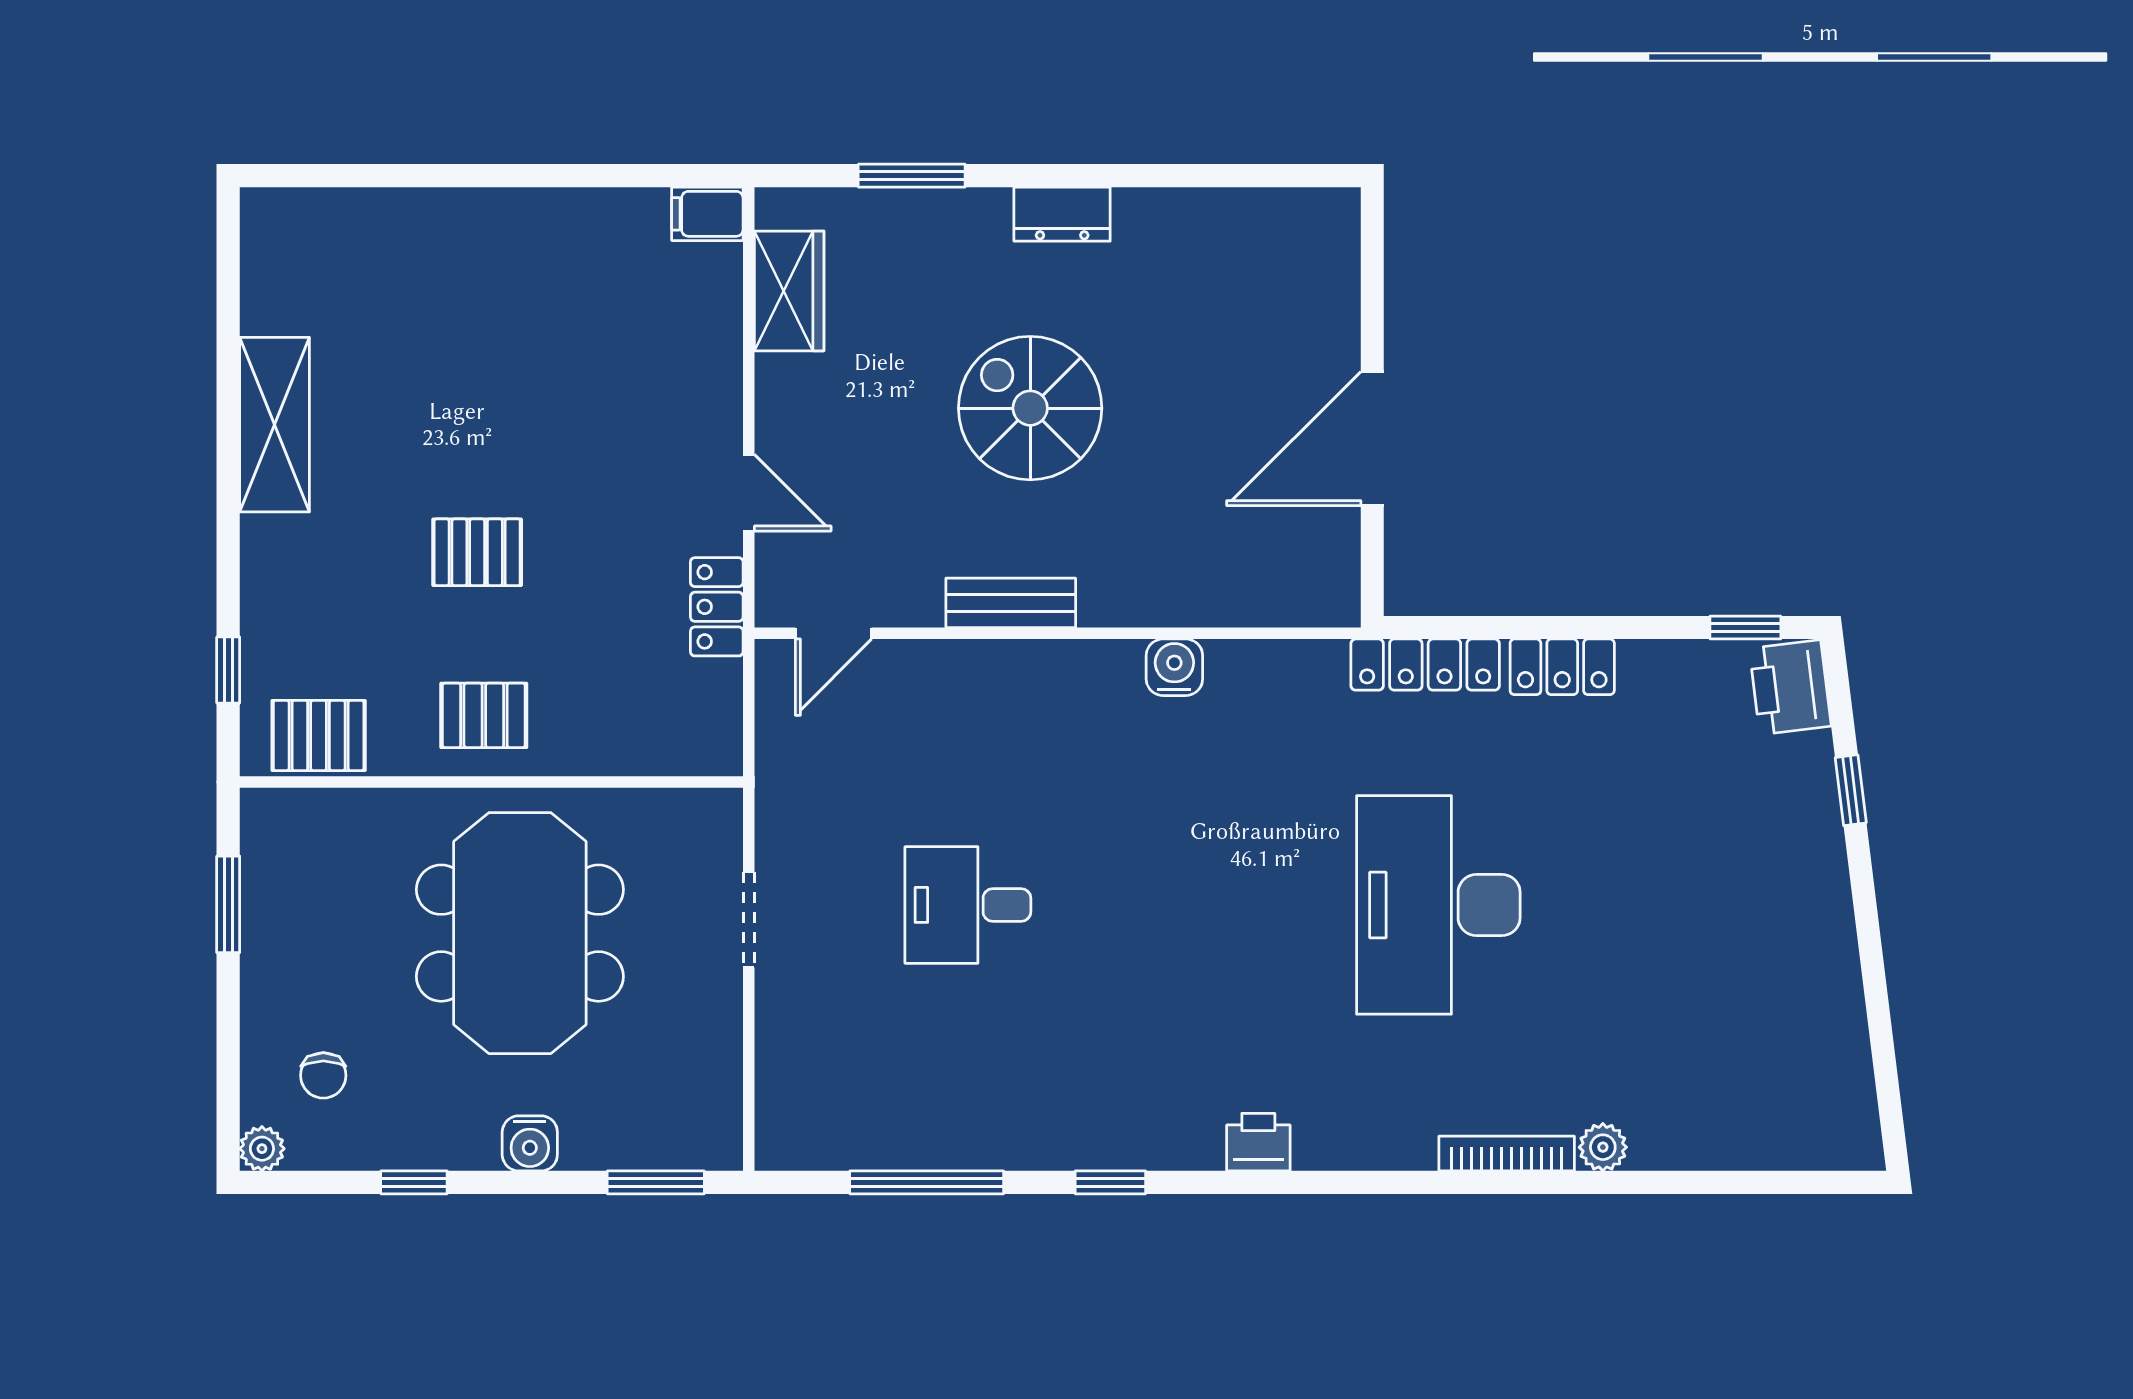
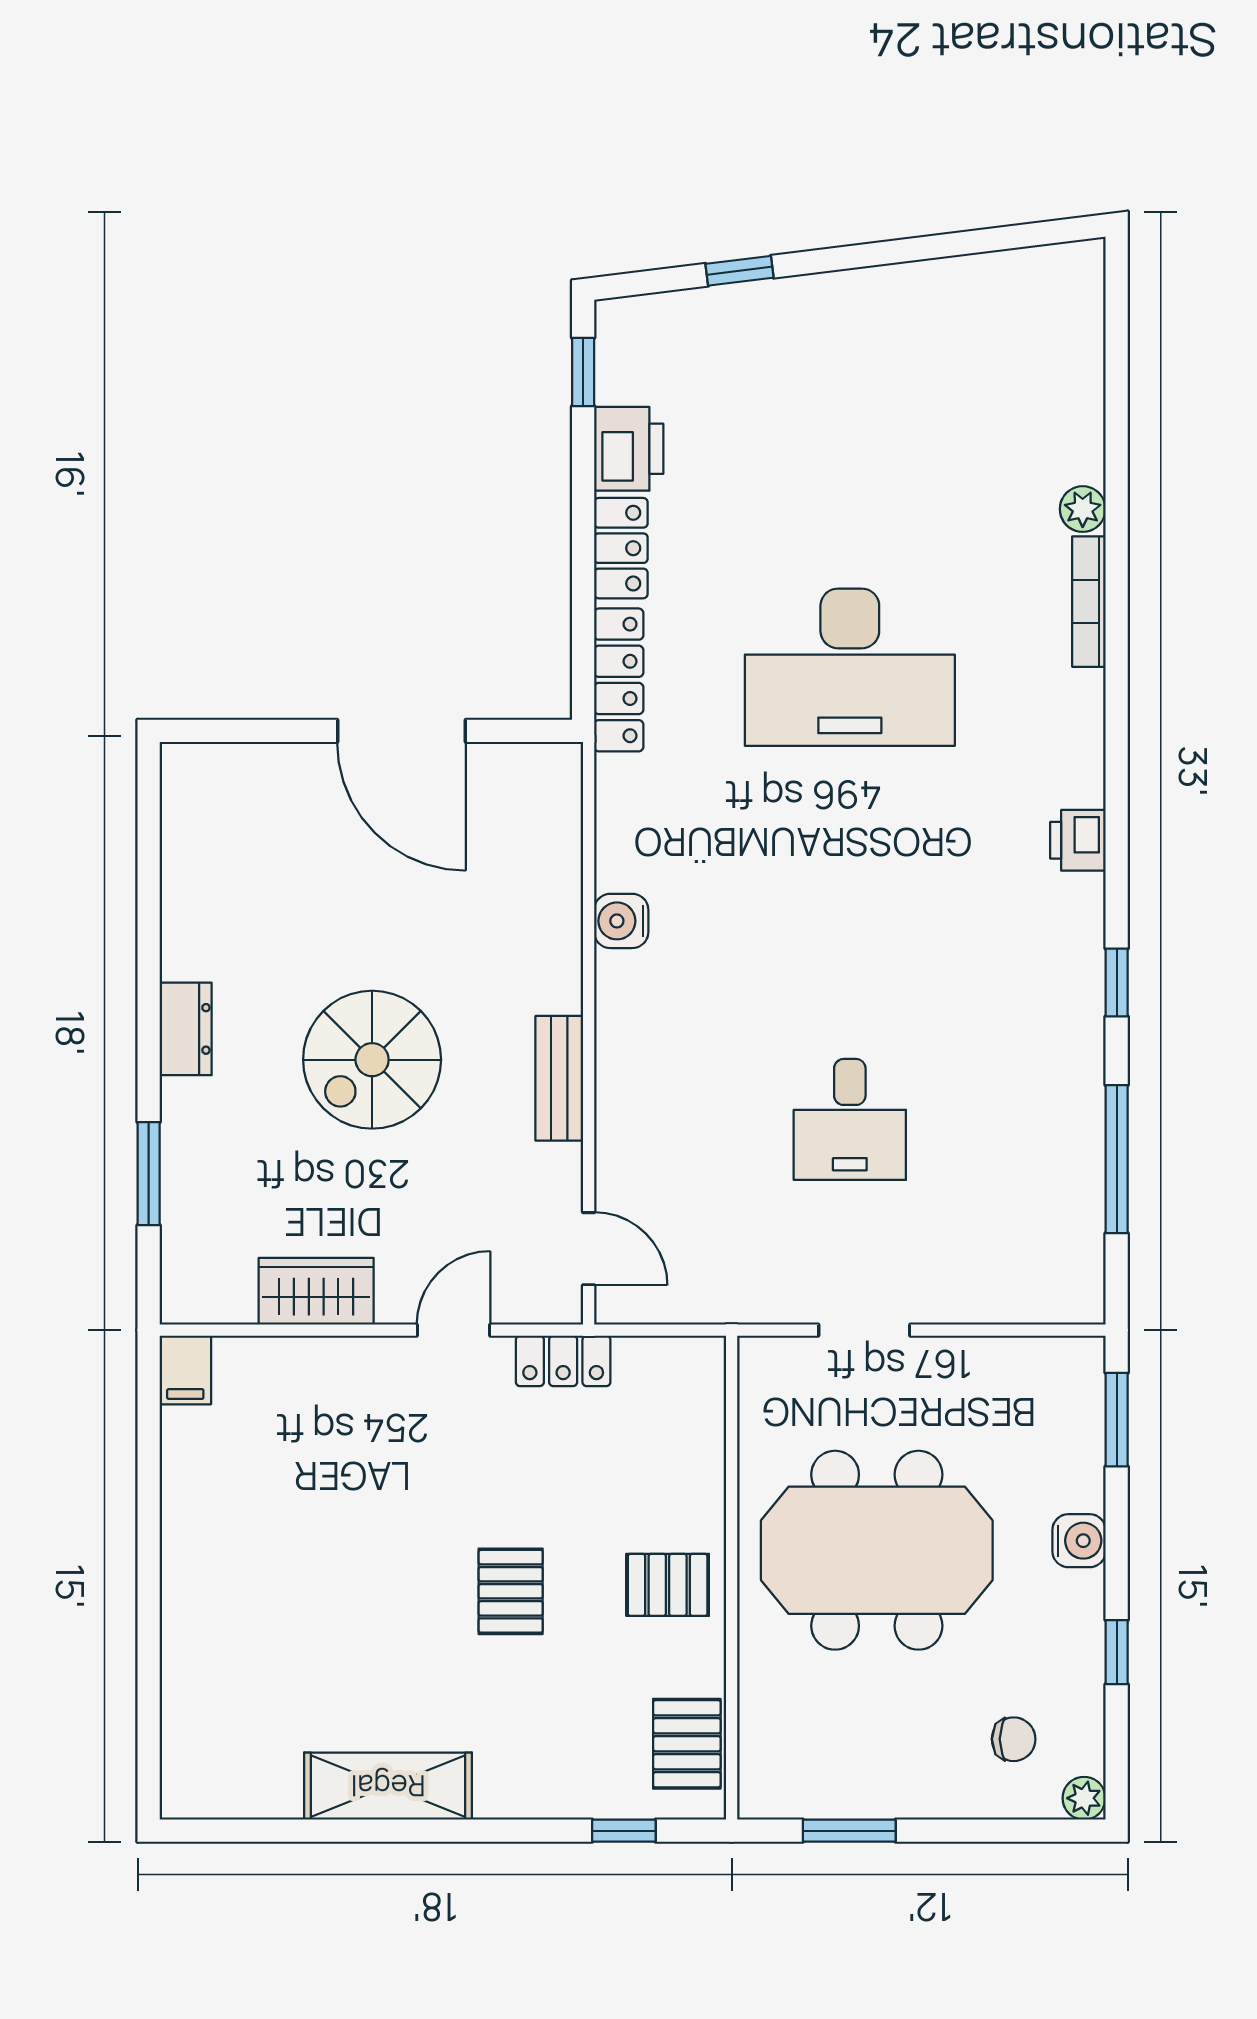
wardrobe: (789, 291) -> (316, 1291), moved
printer: (1790, 687) -> (629, 449), moved, turned -83
pallet: (484, 715) -> (668, 1585), turned 90

